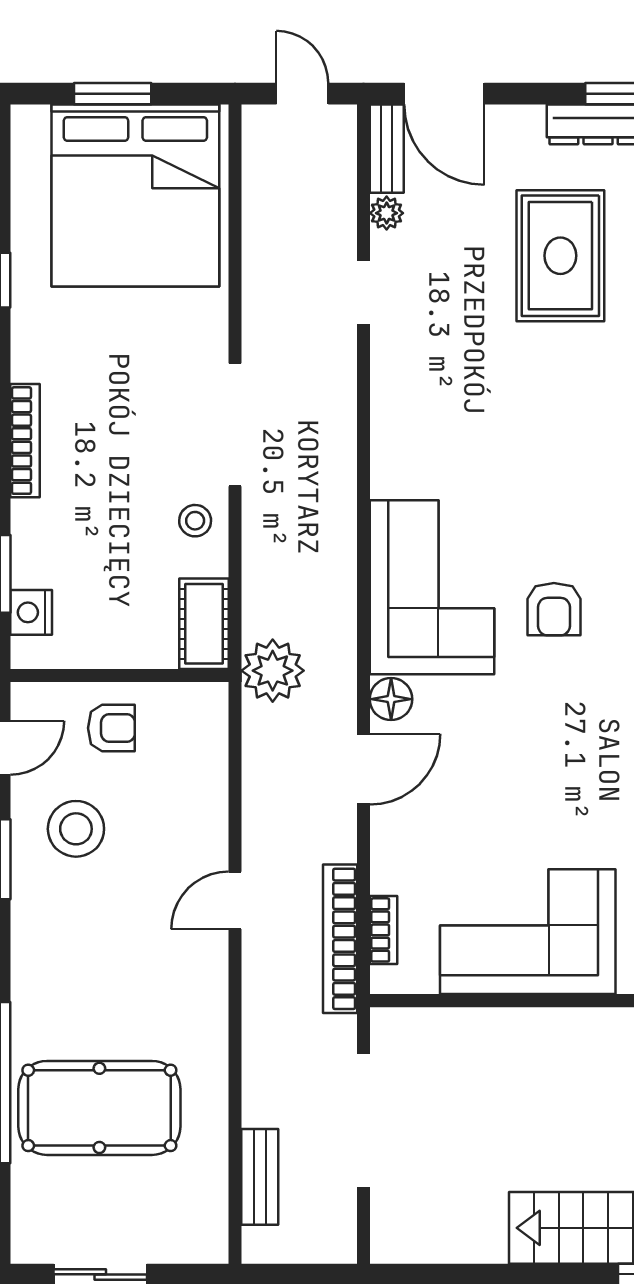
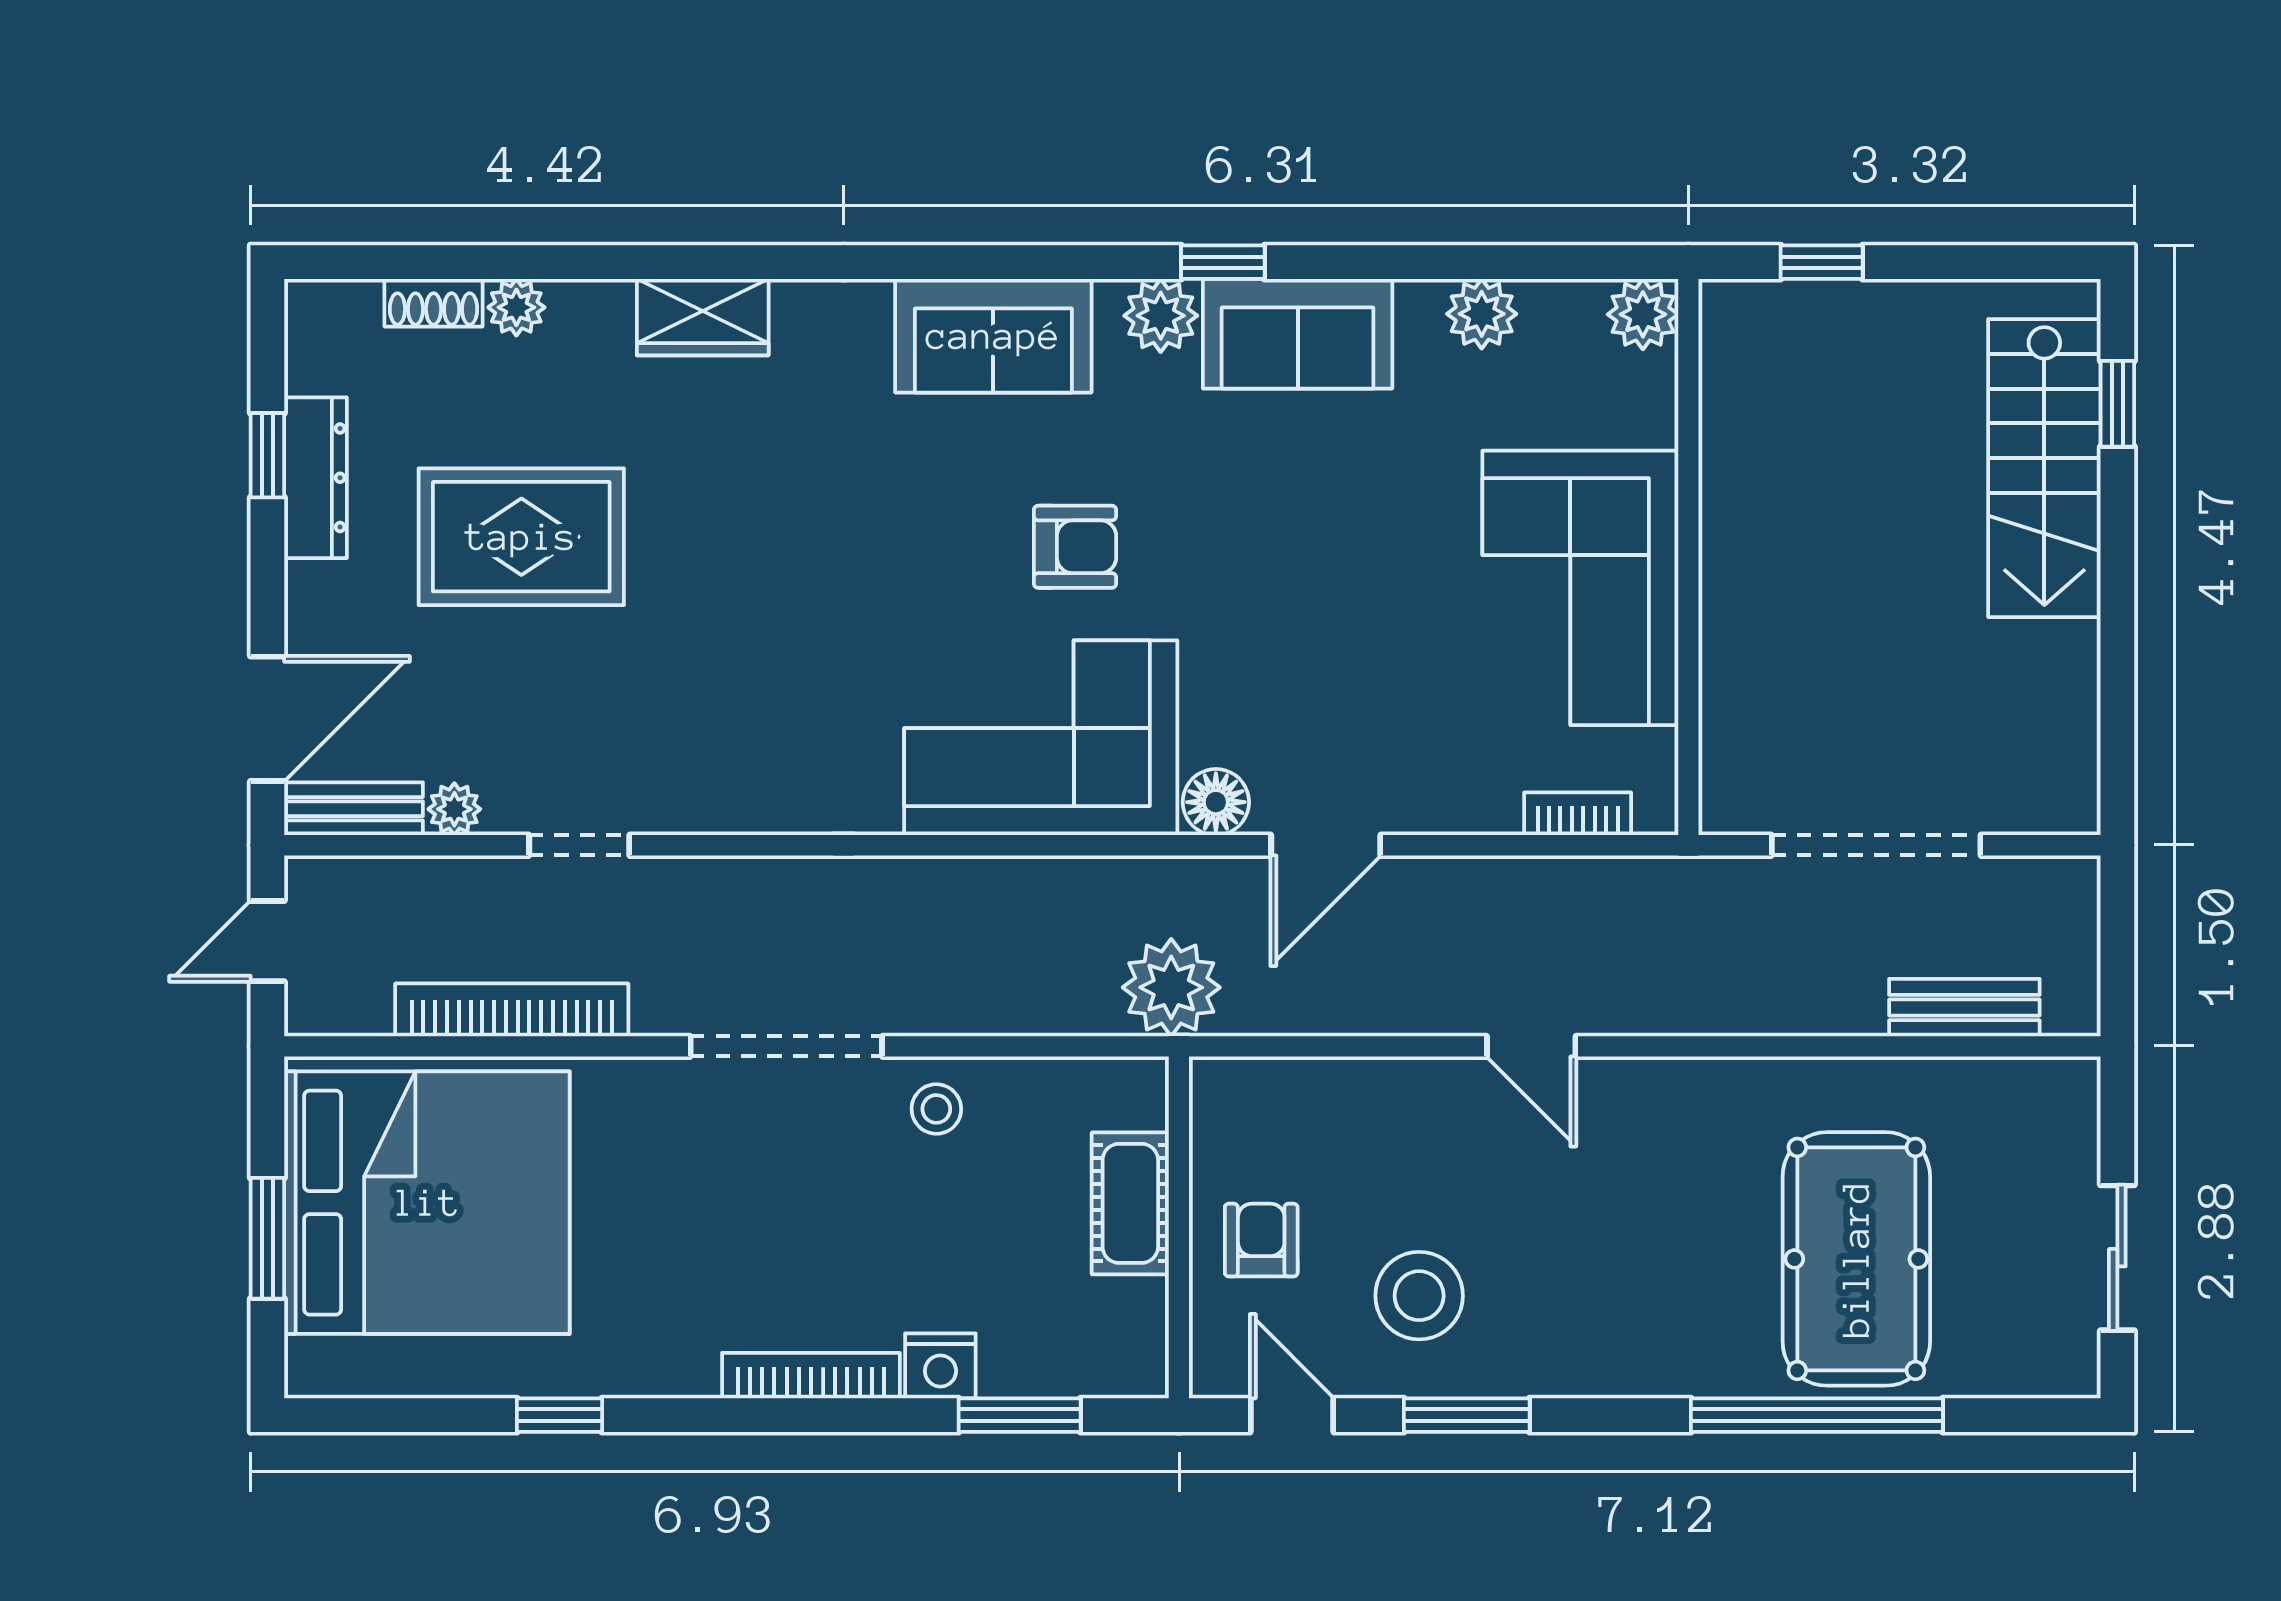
nightstand: (31, 612) -> (940, 1366), moved
cot: (204, 624) -> (1130, 1203), moved, turned 90
door: (363, 769) -> (1326, 845), swing flipped
bookcase: (340, 939) -> (512, 1010), moved, turned 180

